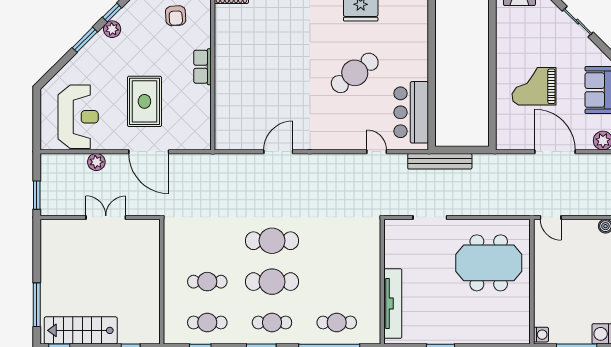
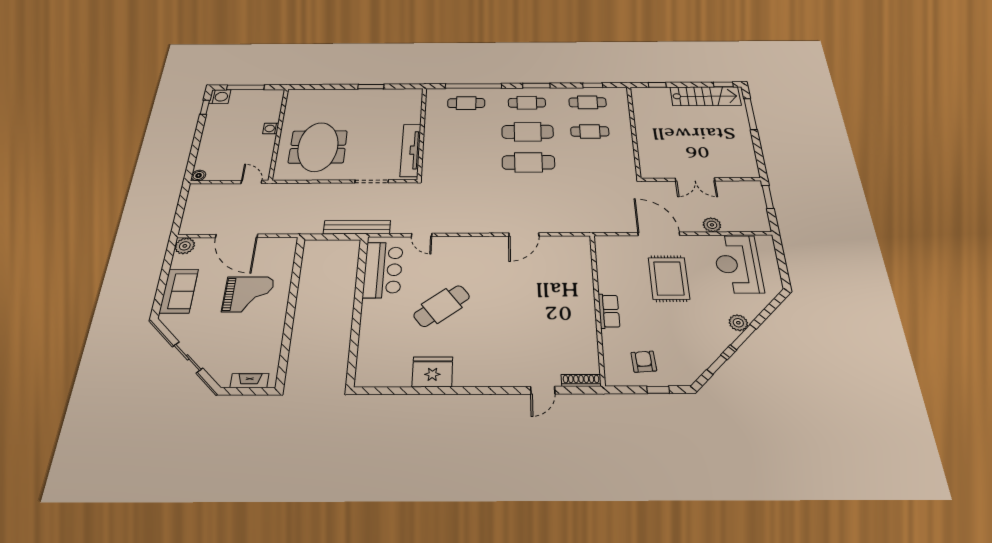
plant: (112, 29) -> (738, 323), moved
meeting table: (489, 263) -> (318, 147), turned 90
tv unit: (393, 304) -> (411, 150), moved
washing machine: (541, 335) -> (271, 128), moved

